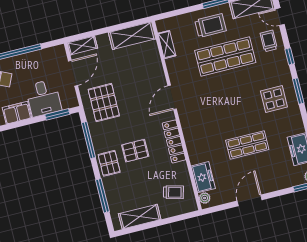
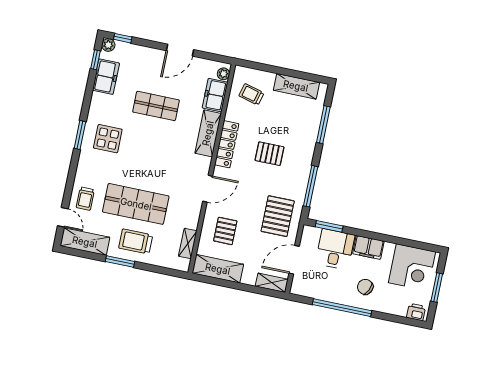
window: (290, 56) -> (72, 173), removed
shelving: (194, 143) -> (208, 133), added
pallet: (109, 163) -> (225, 231), moved

